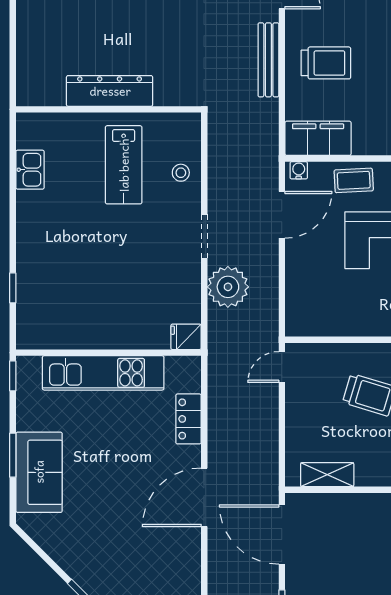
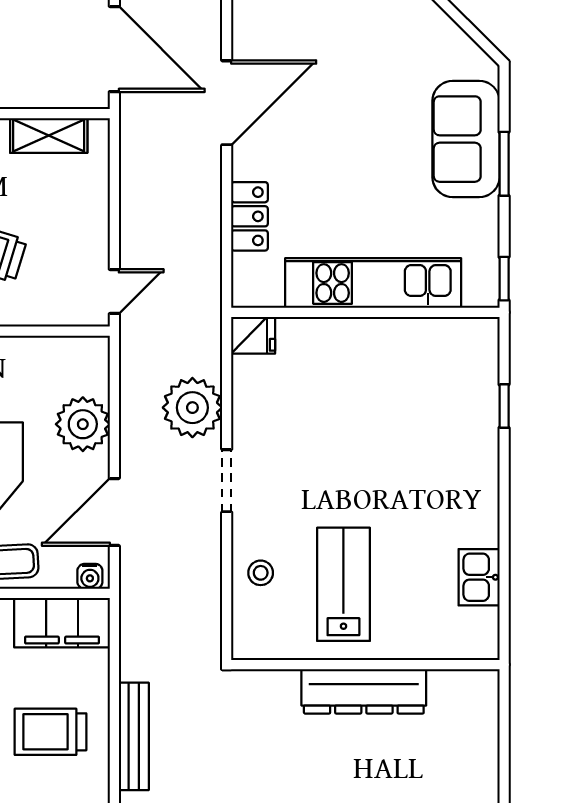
plant: (304, 275) -> (83, 424), added

